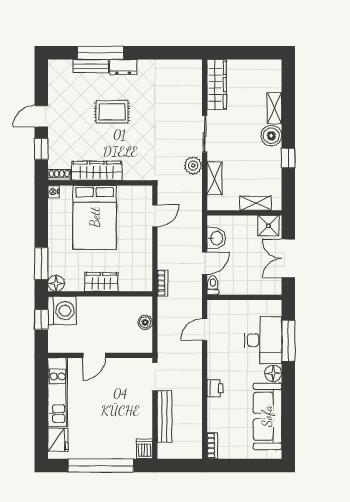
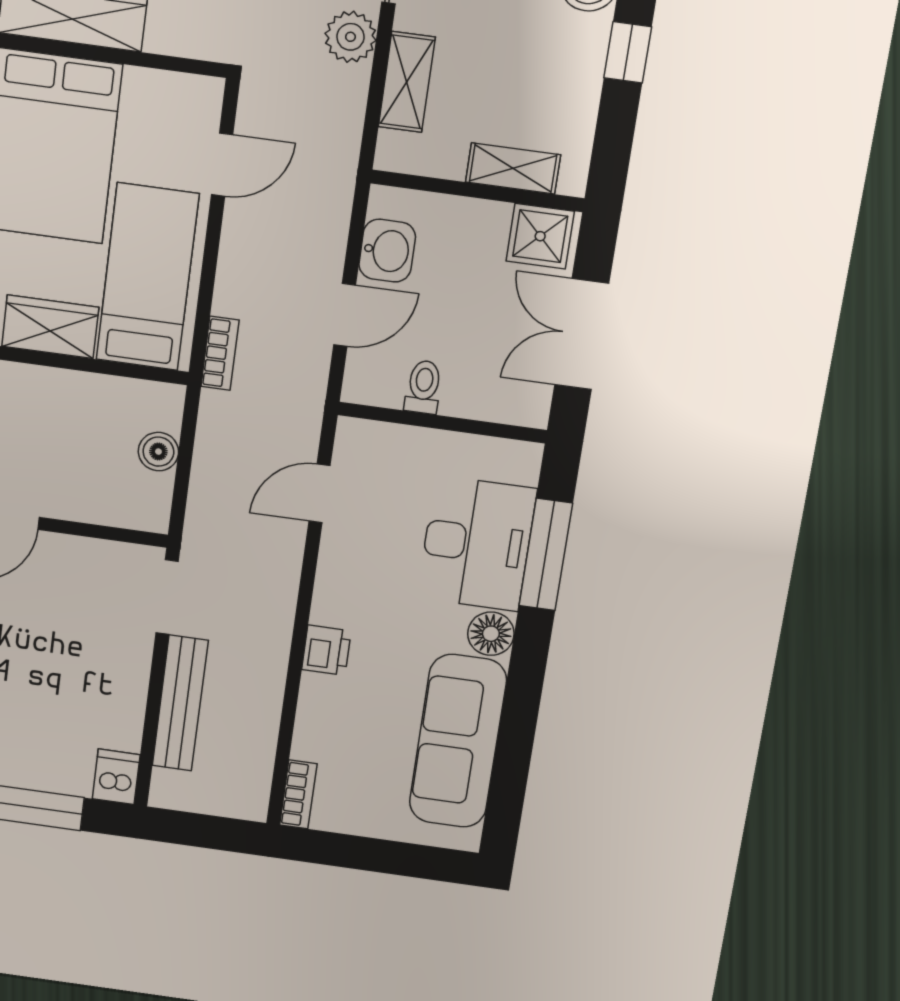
bed: (134, 259) -> (147, 277), added
toilet: (213, 285) -> (423, 387), moved

